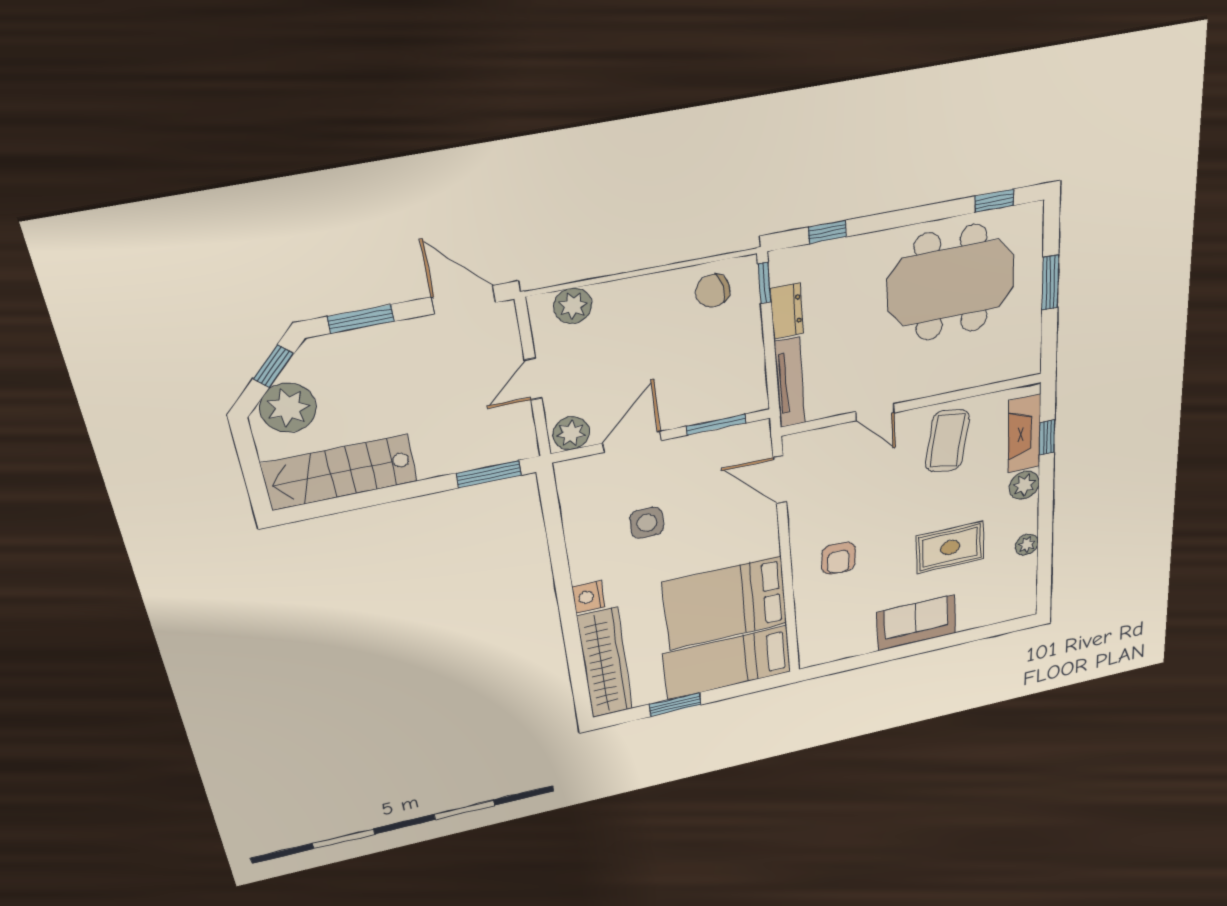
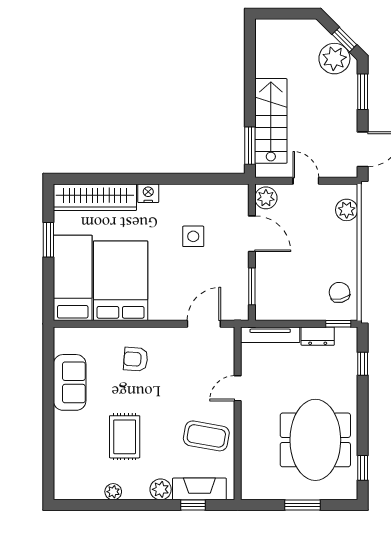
plant: (288, 408) -> (334, 59), moved
stairs: (340, 472) -> (271, 121), moved
sofa: (916, 623) -> (70, 382), moved

